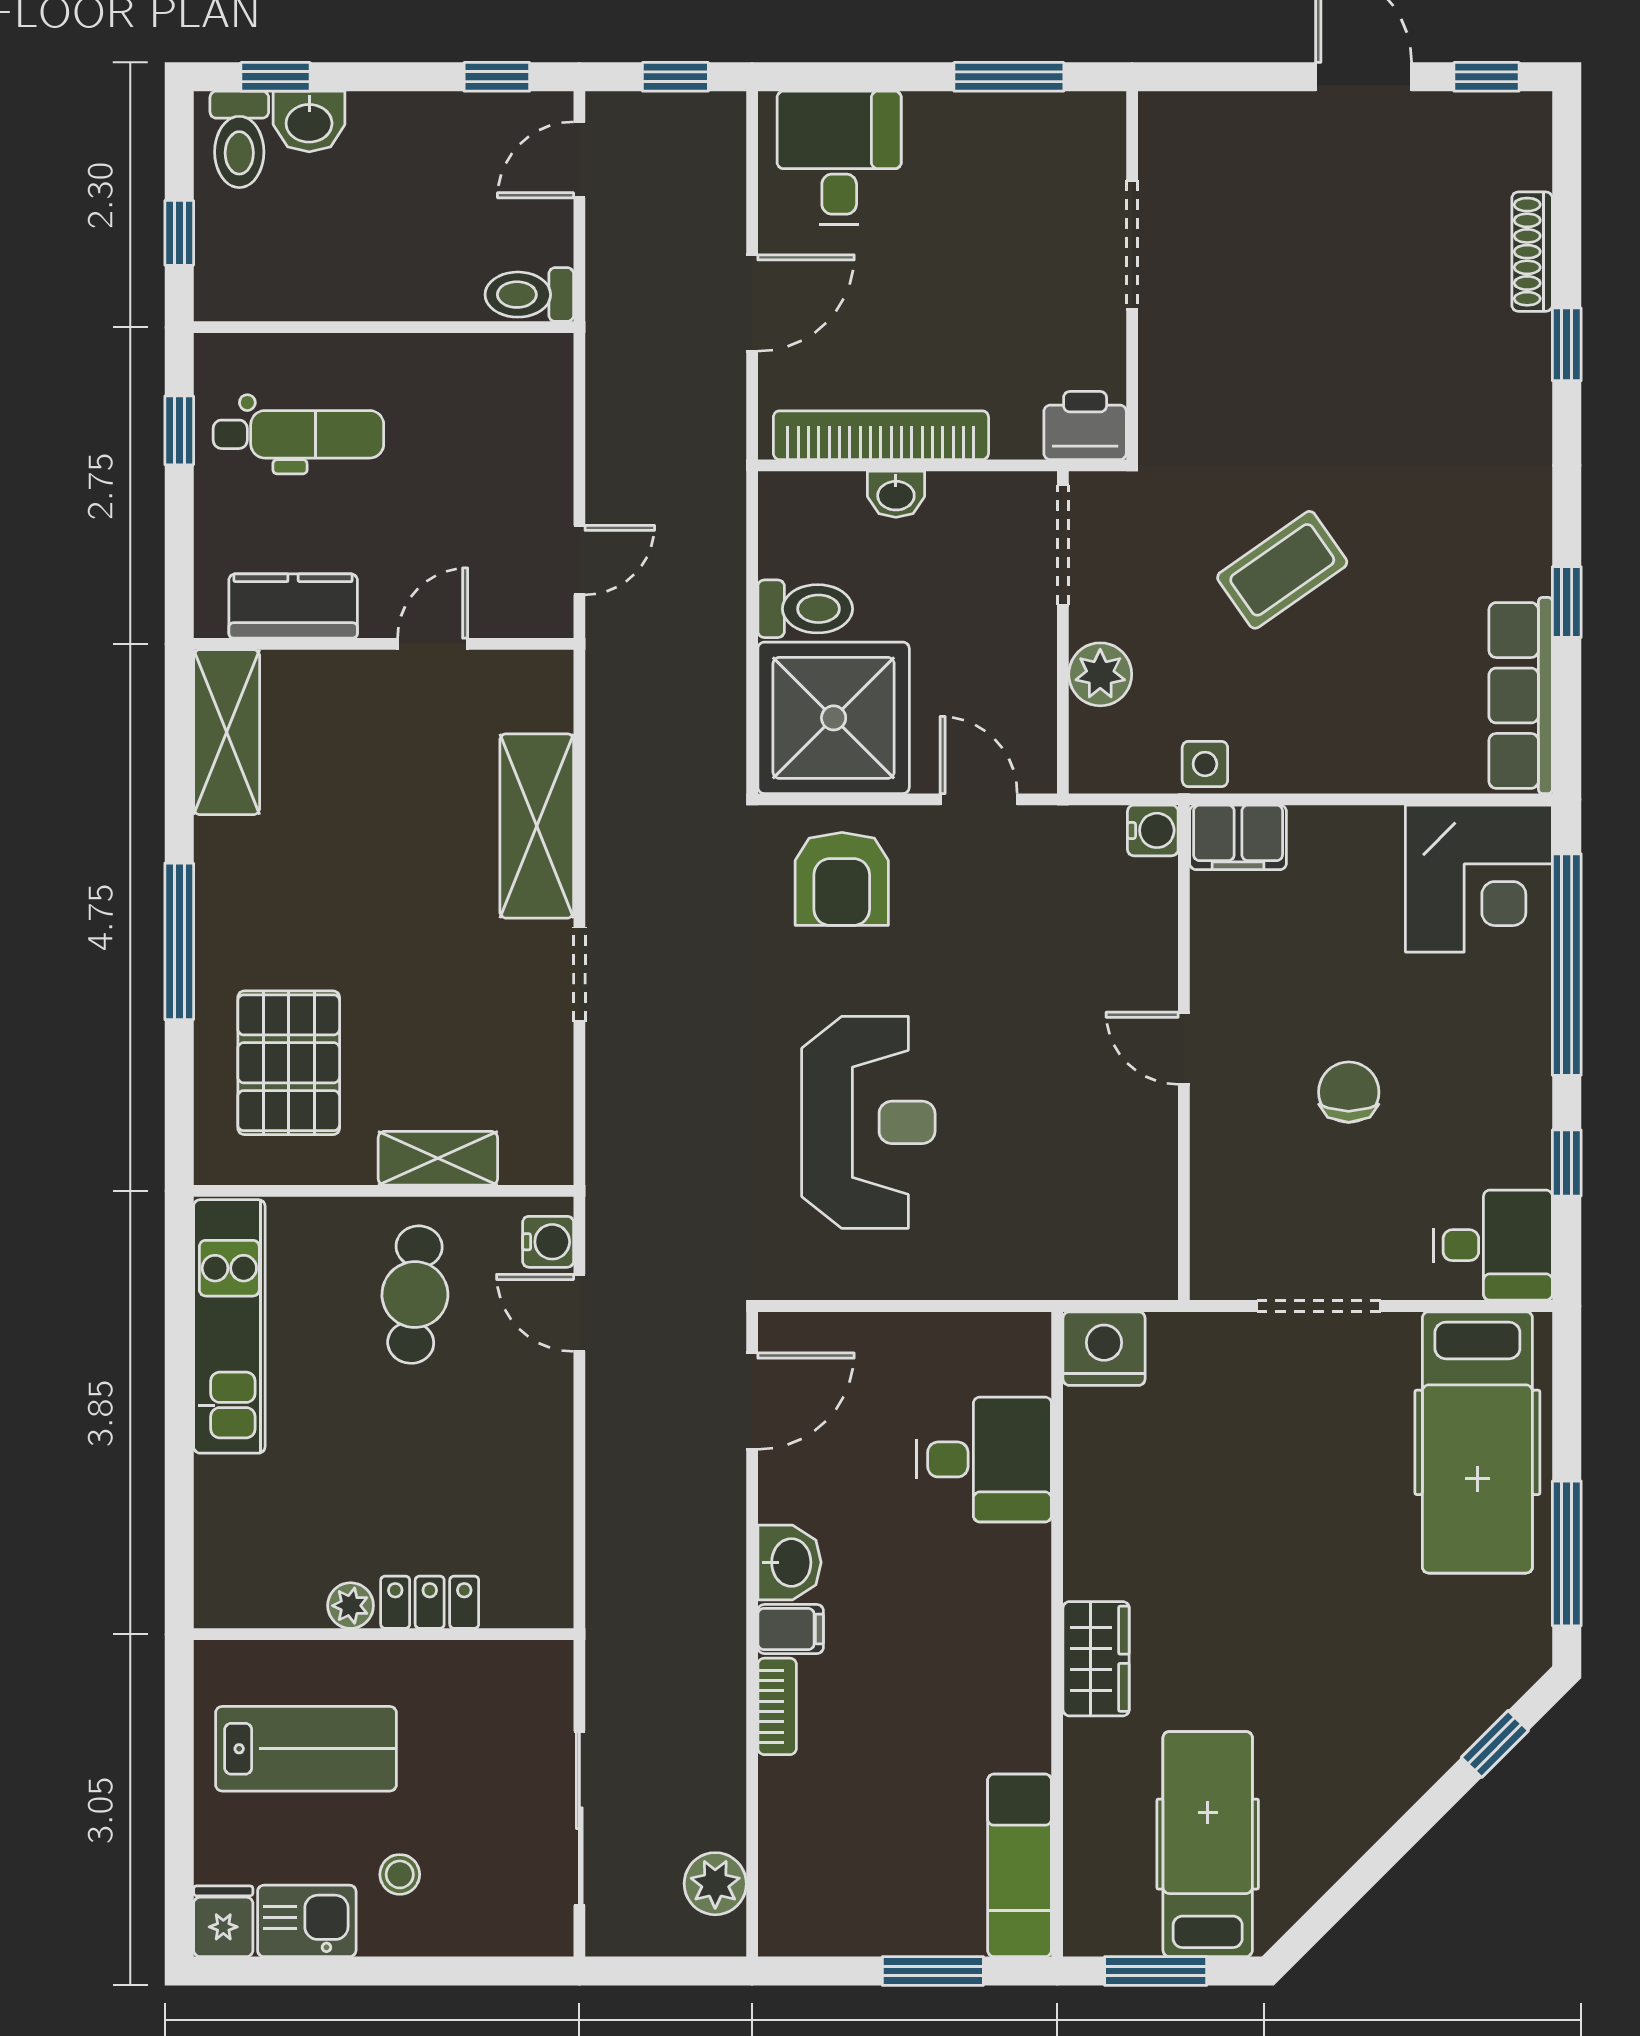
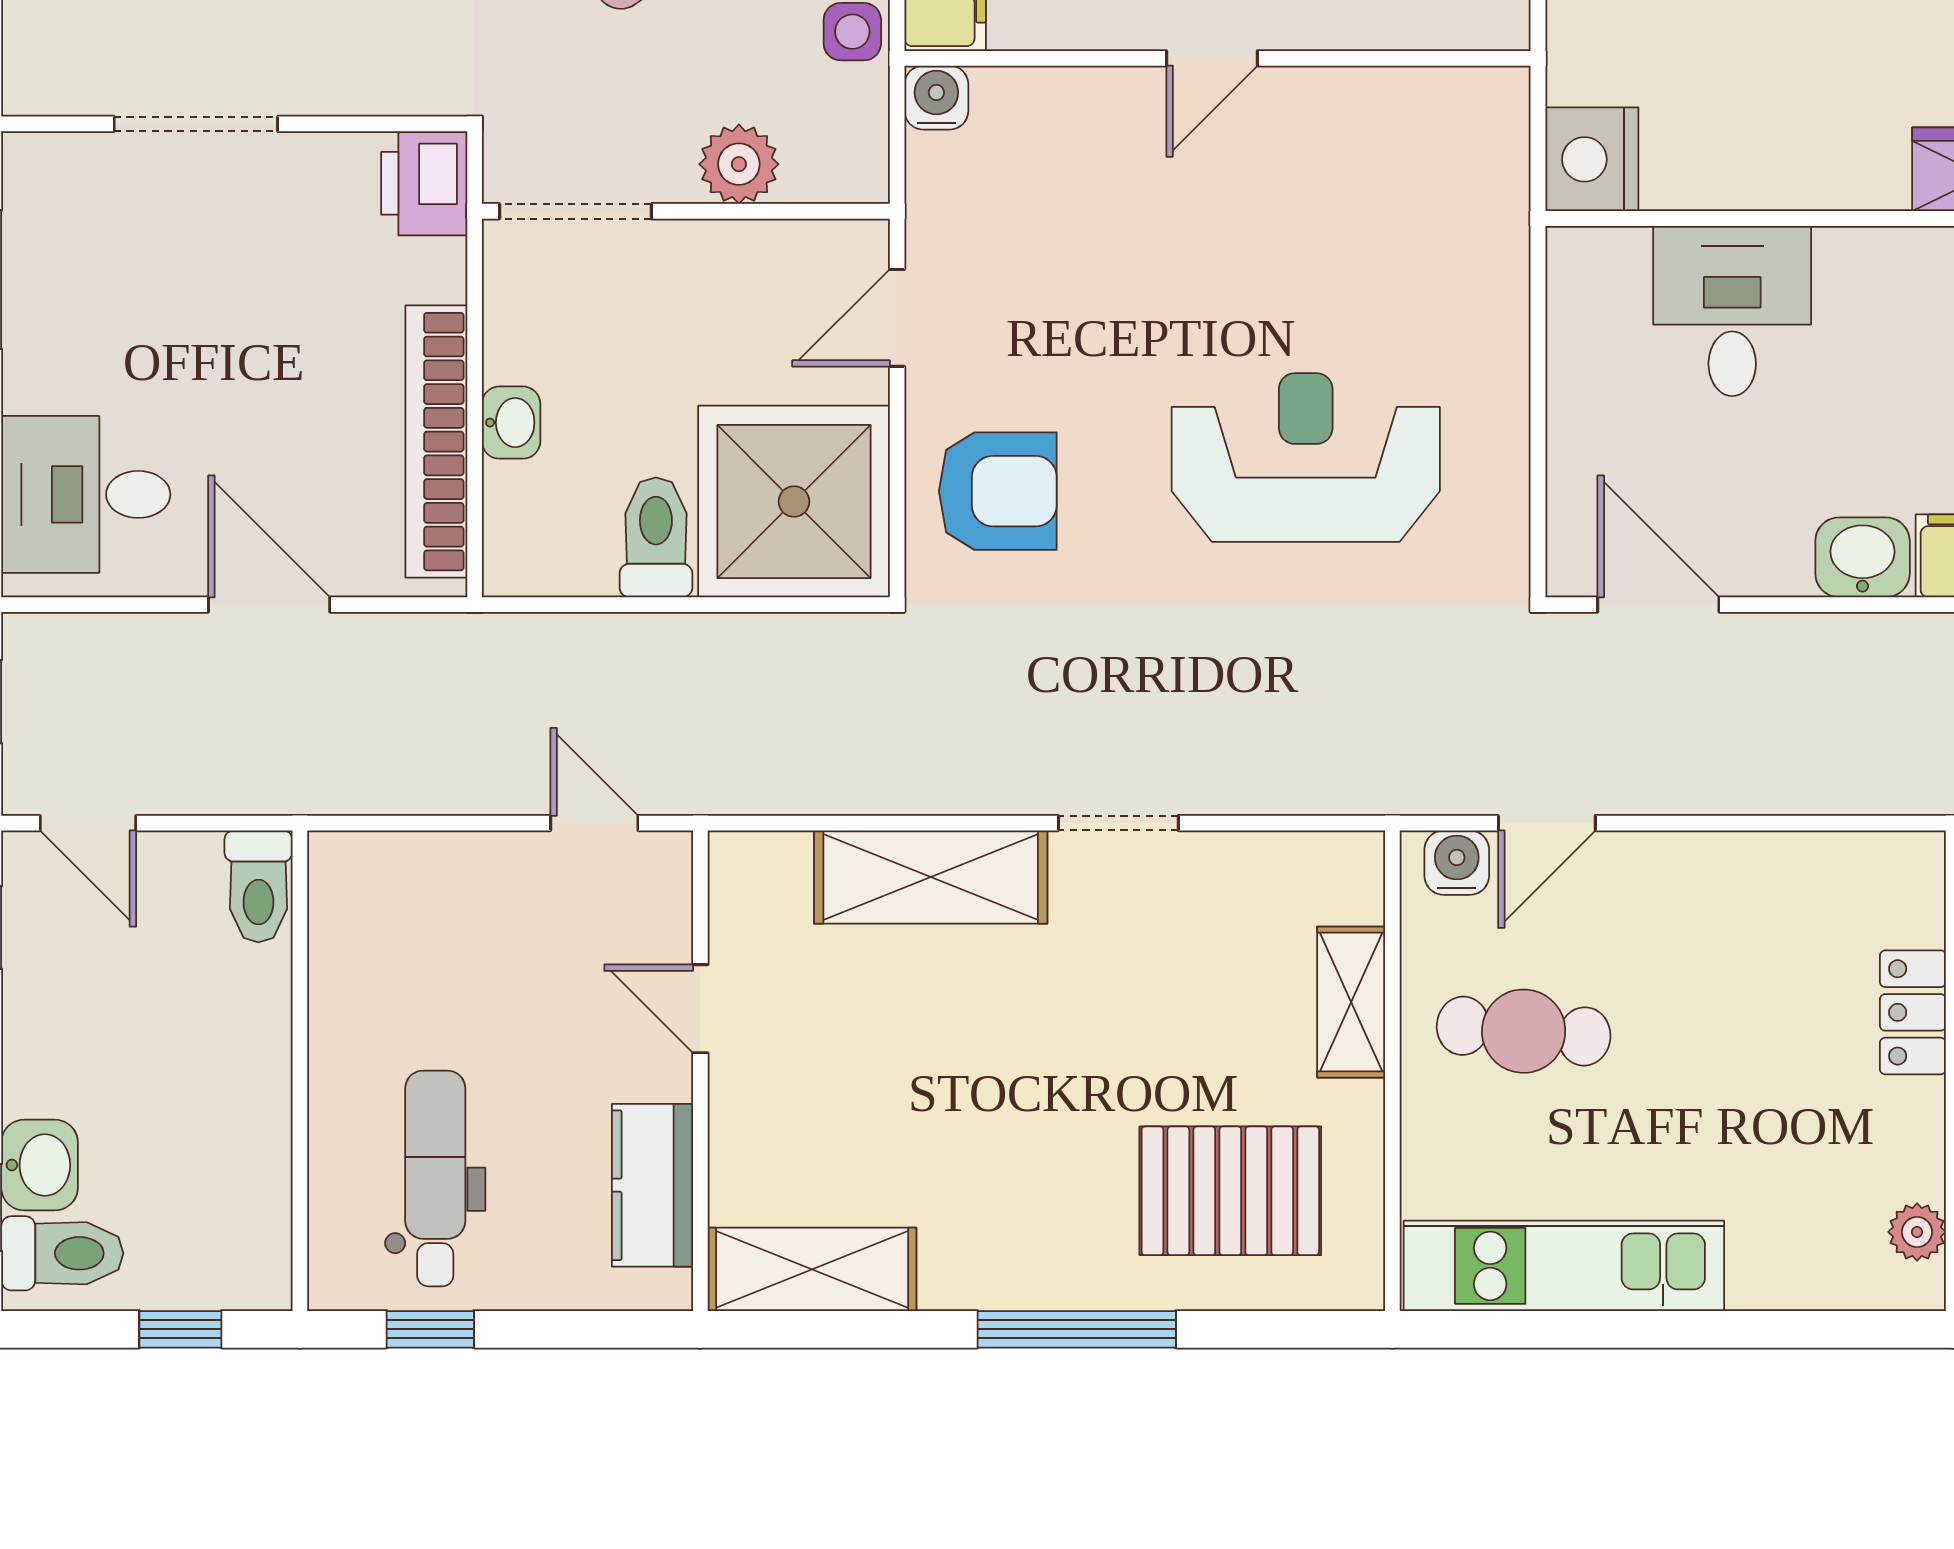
plant: (351, 1606) -> (1917, 1232), moved

